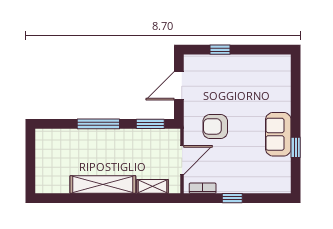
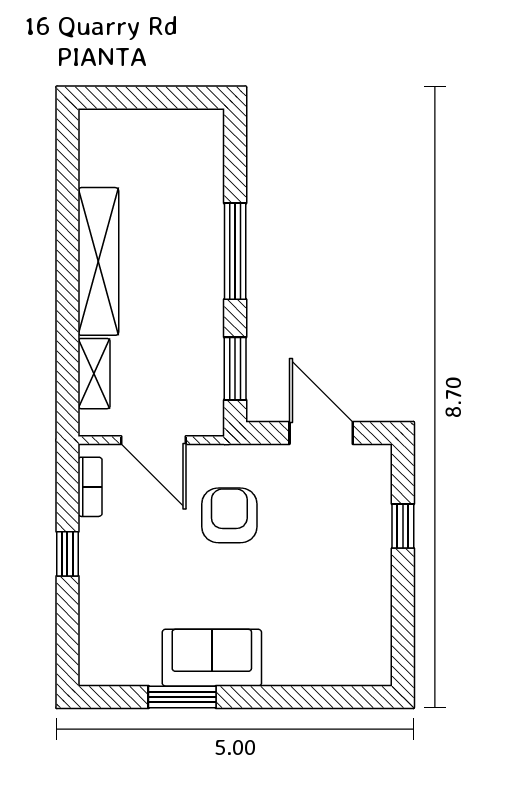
window: (296, 147) -> (182, 697), width x1.50

